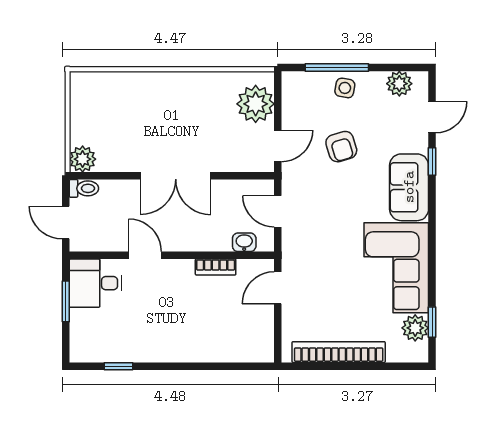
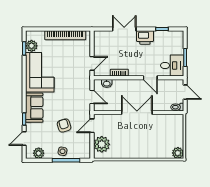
plant: (83, 159) -> (178, 153), moved
printer: (157, 347) -> (145, 37), added
double door: (204, 366) -> (124, 29), added

